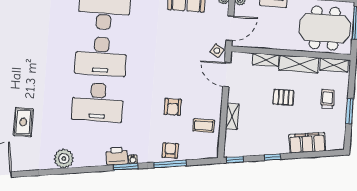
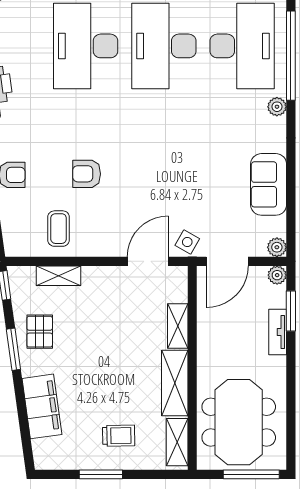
door: (230, 28) -> (227, 261), hinge flipped
pallet: (283, 97) -> (40, 332), moved
shelving: (232, 116) -> (58, 276), moved
window: (272, 157) -> (13, 349), width x1.50

